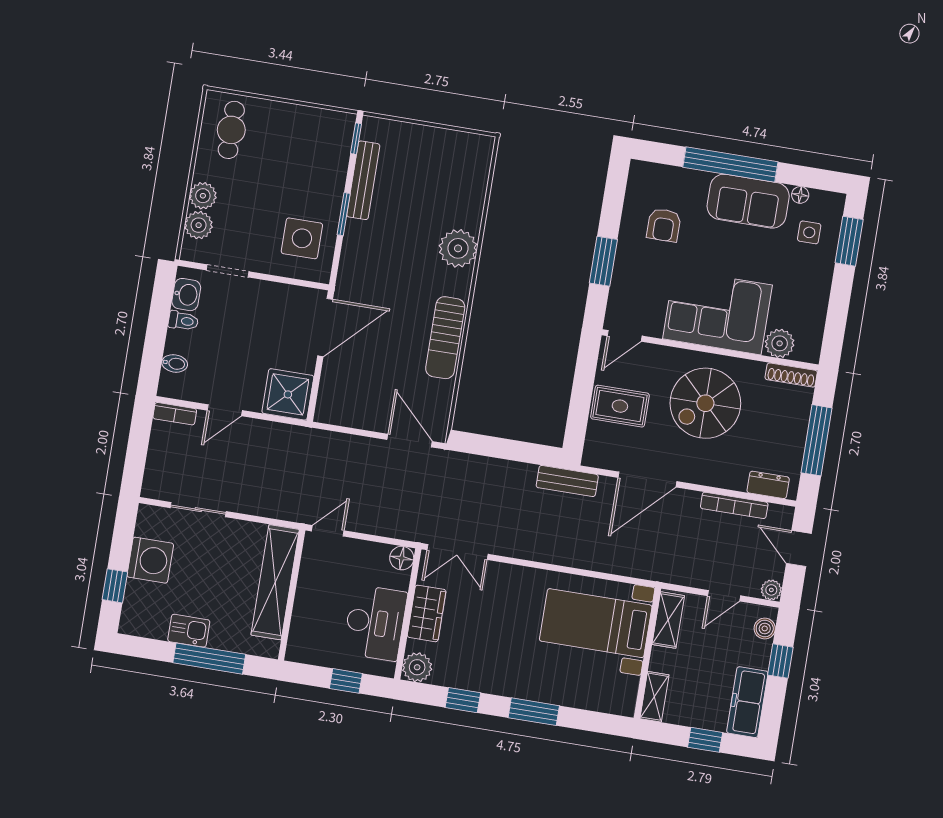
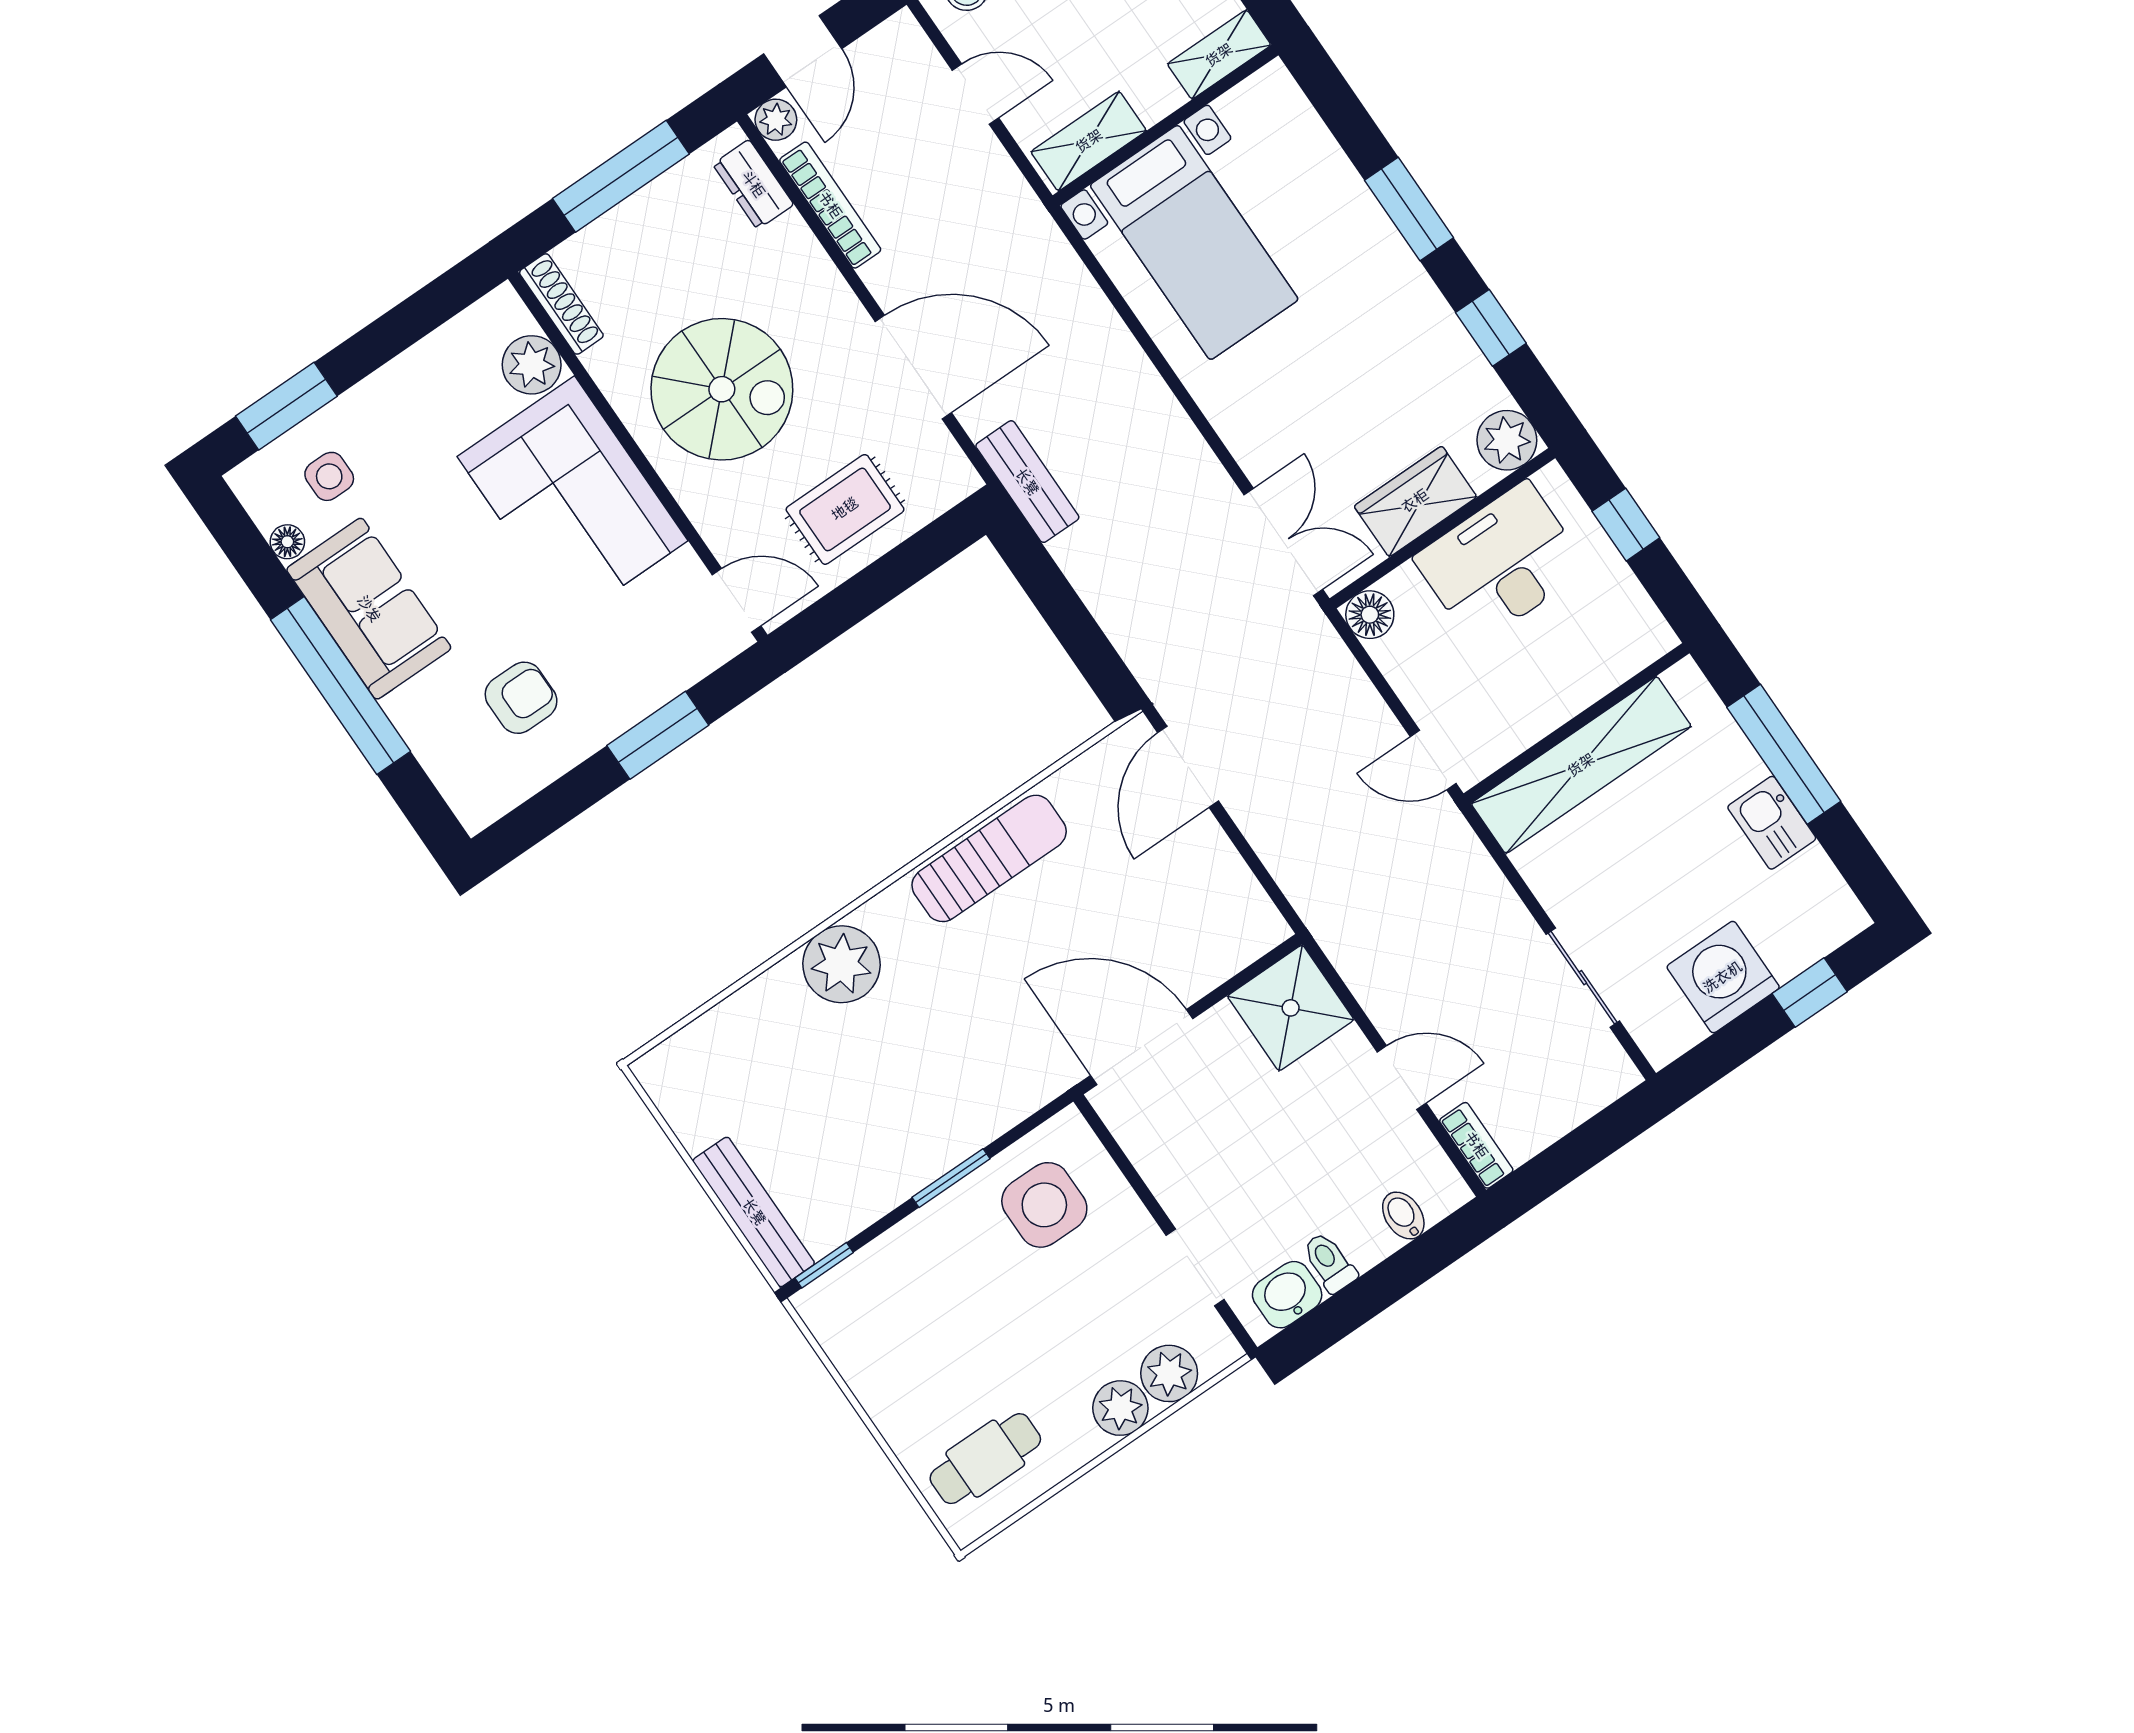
bench: (363, 180) -> (754, 1212), moved, turned 90
rug: (620, 406) -> (845, 509), turned 90
plant: (771, 590) -> (776, 120), moved

